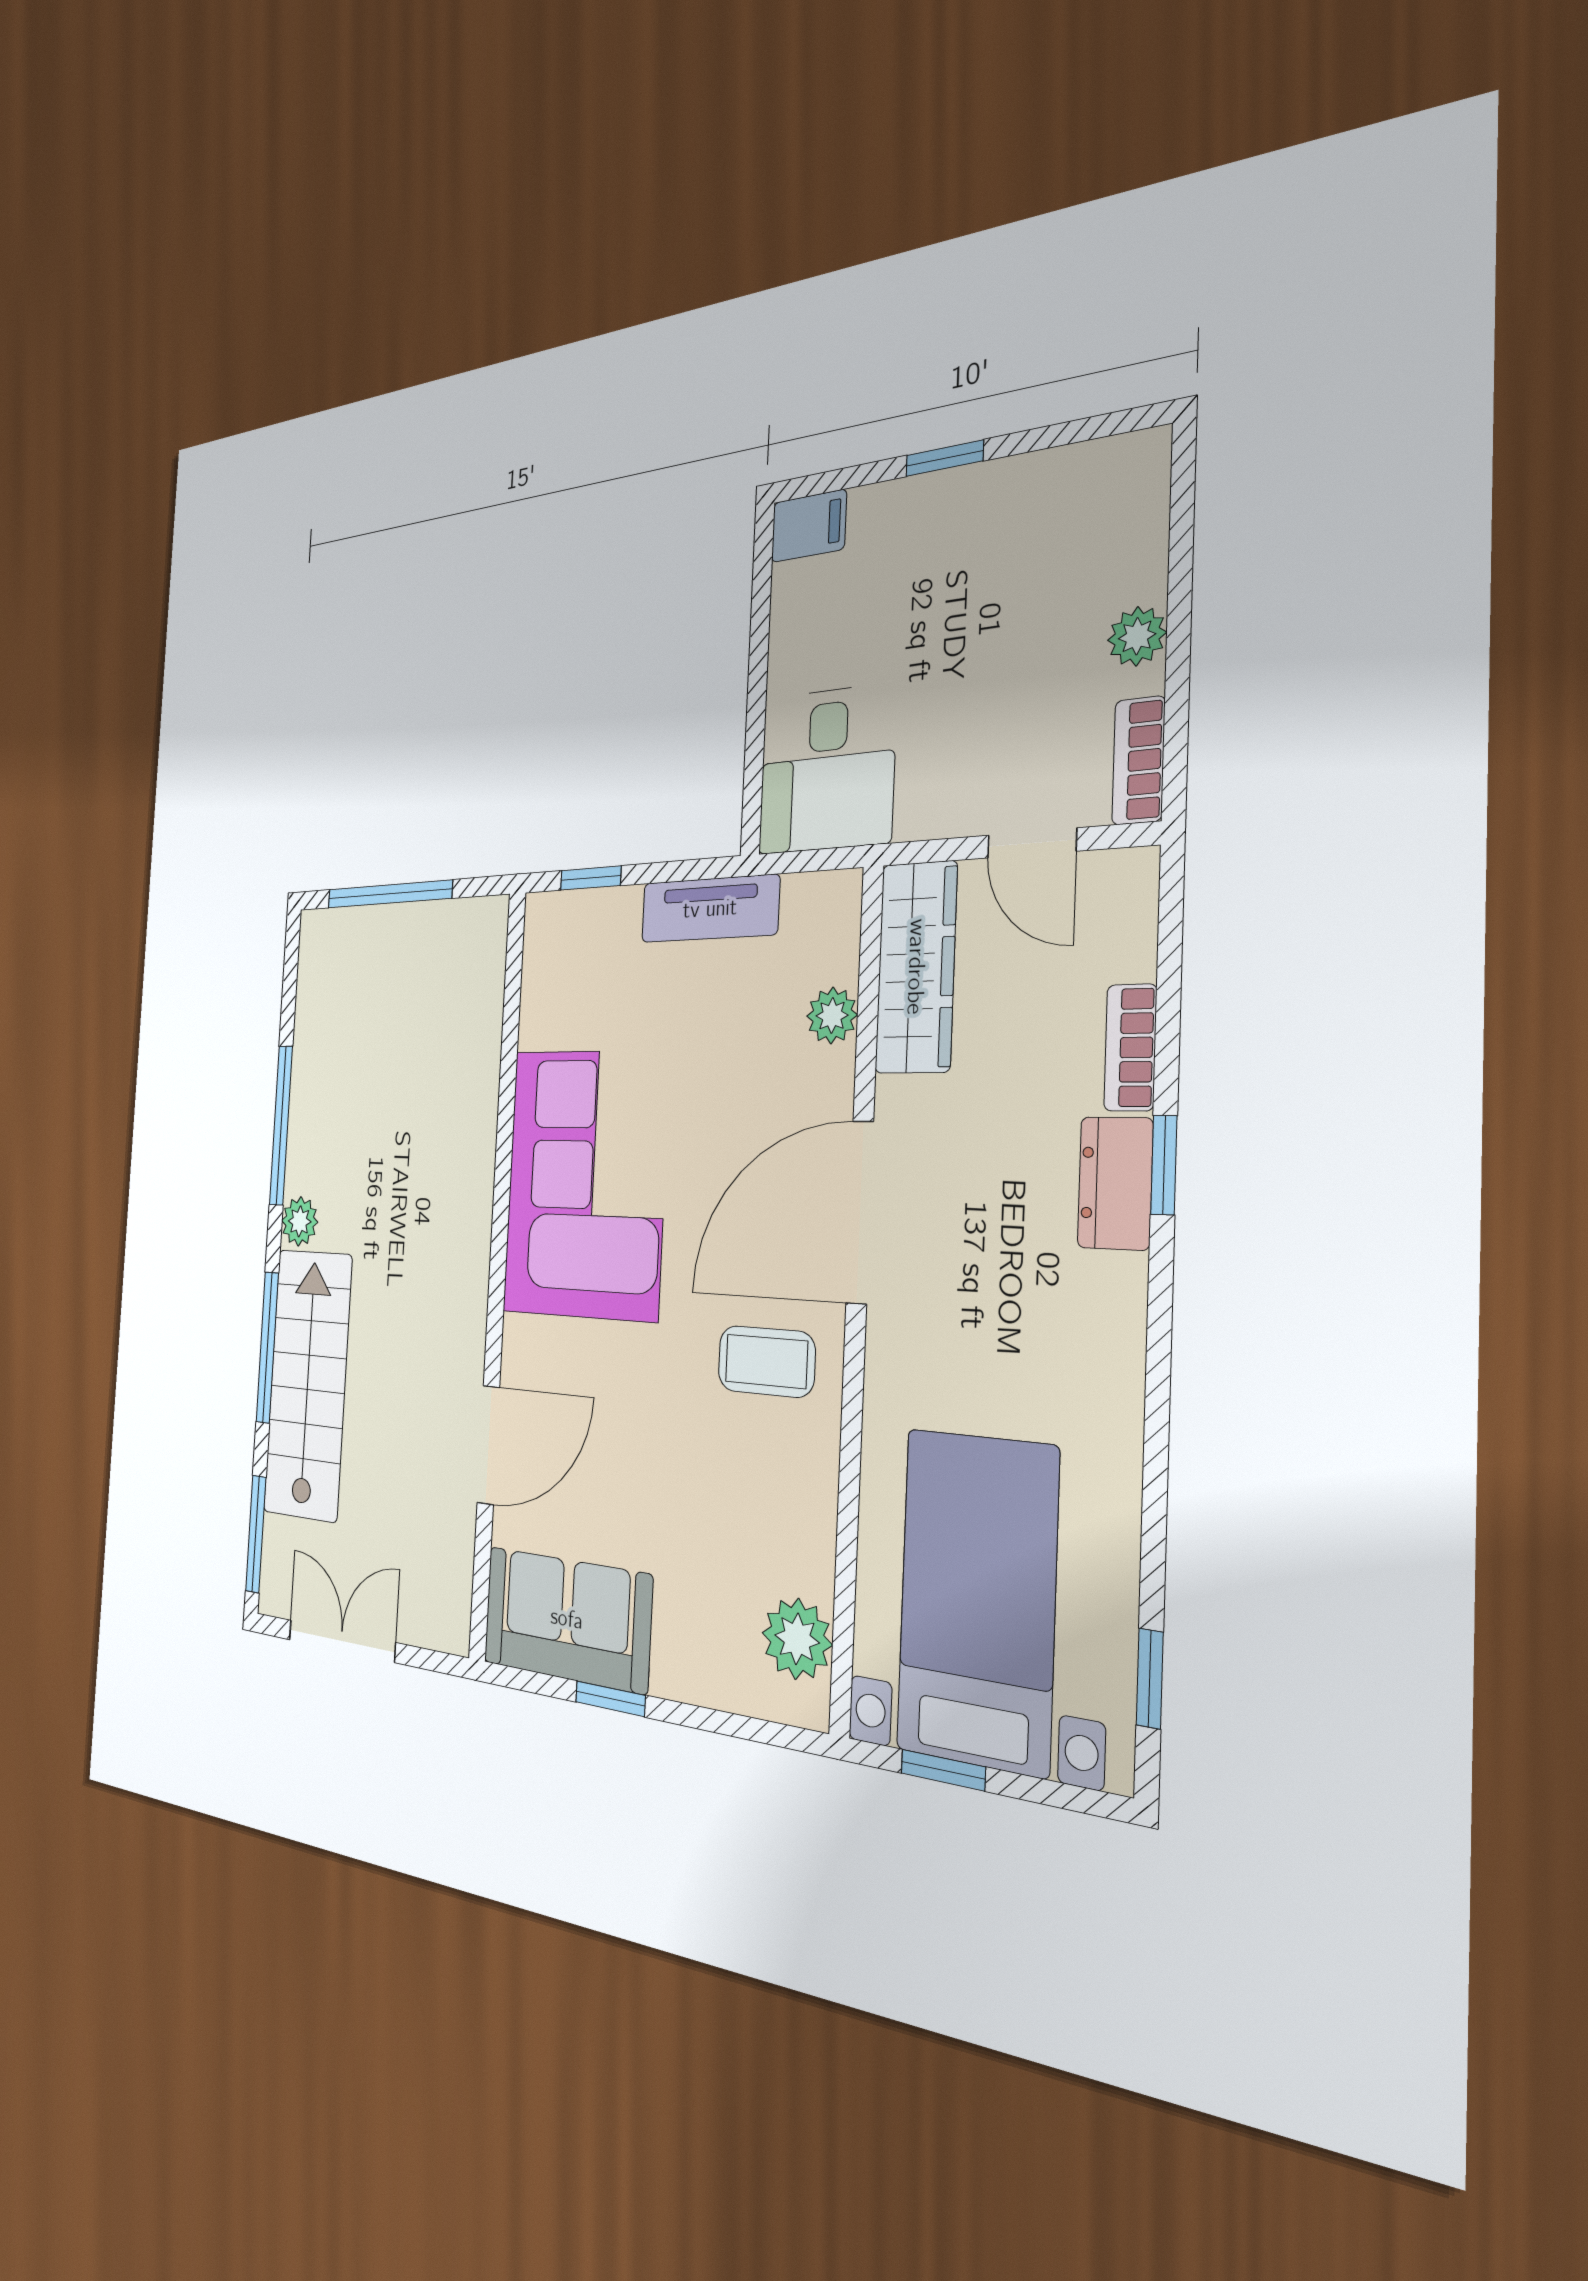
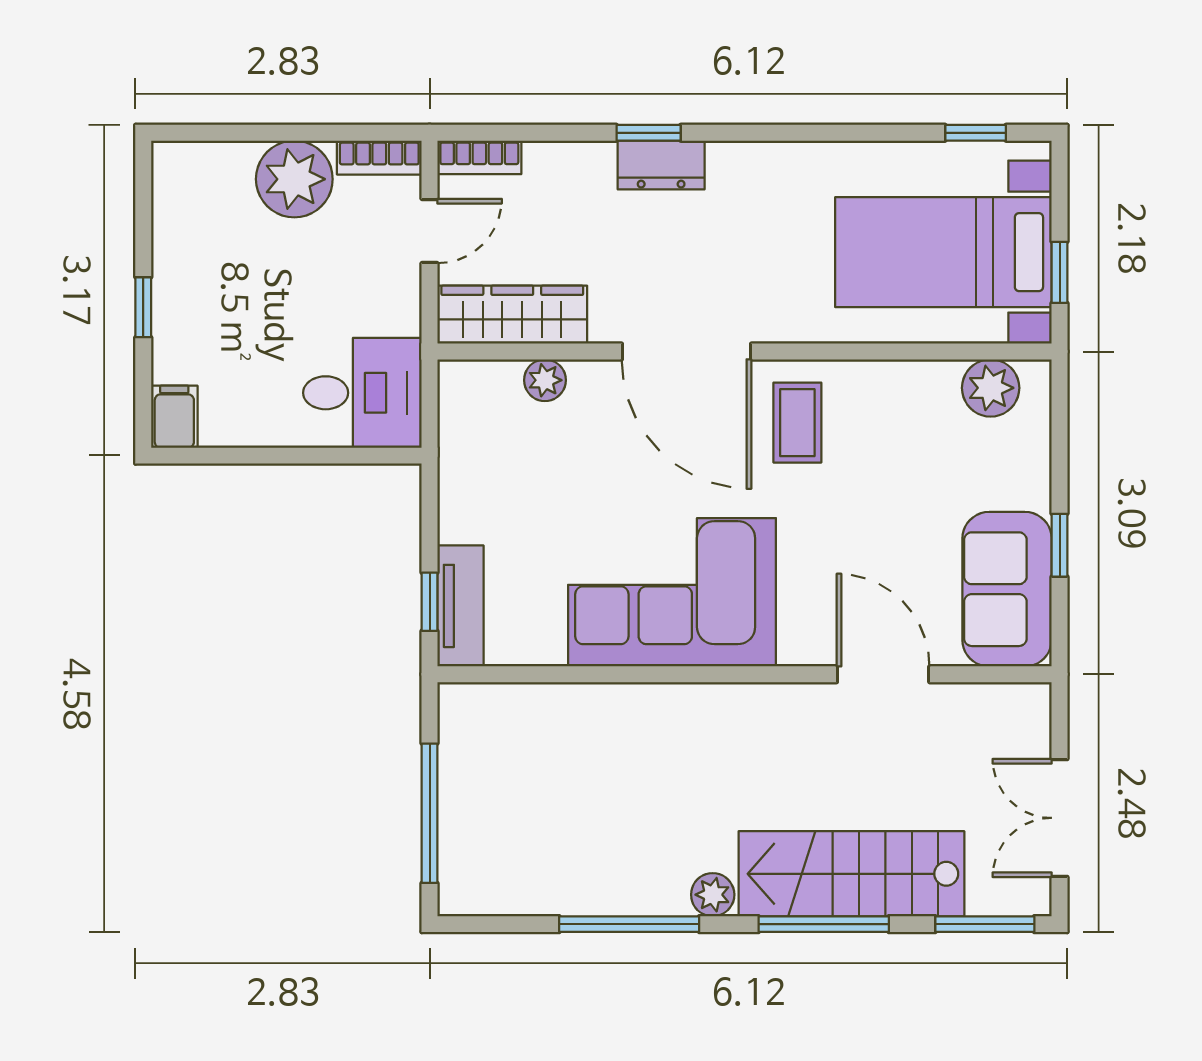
plant: (1137, 636) -> (294, 179), width x1.88, depth x1.88
tv unit: (710, 909) -> (460, 606), moved
bookcase: (1130, 1048) -> (479, 157), moved

